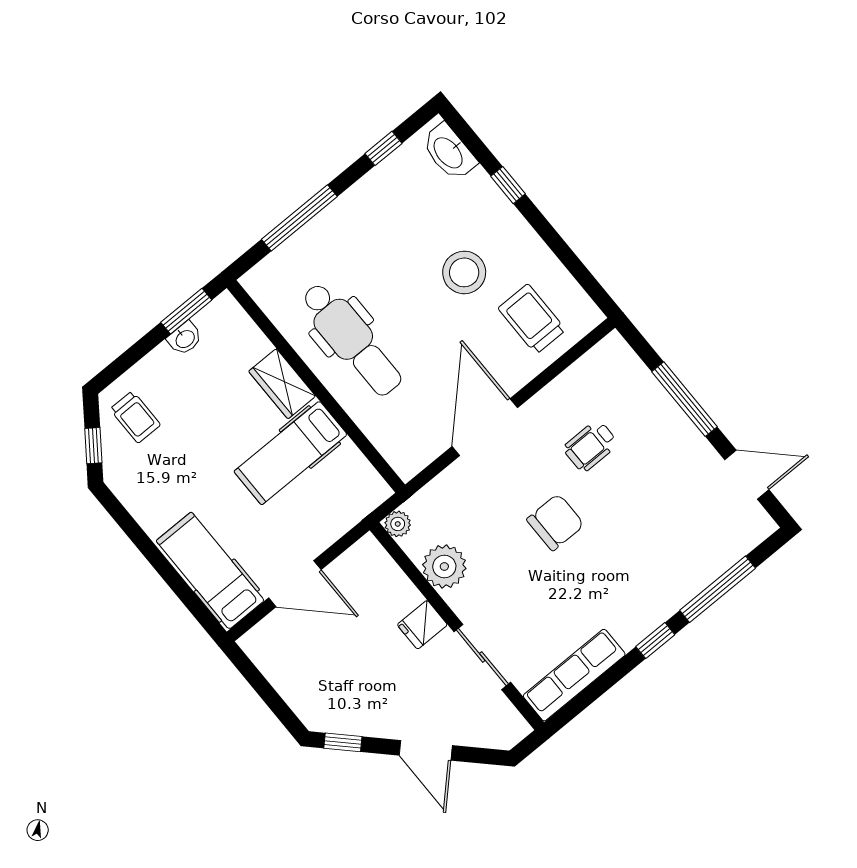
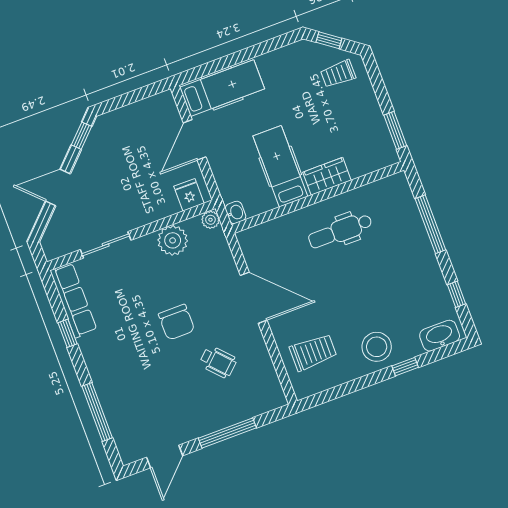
stool: (464, 272) -> (377, 347), moved
washbasin: (185, 338) -> (235, 212), moved, turned 180
dental chair: (351, 339) -> (340, 231), width x0.73, depth x0.72
wheelchair: (590, 446) -> (218, 362), turned 137
fridge: (422, 625) -> (189, 195), moved
window: (655, 641) -> (68, 333), moved

